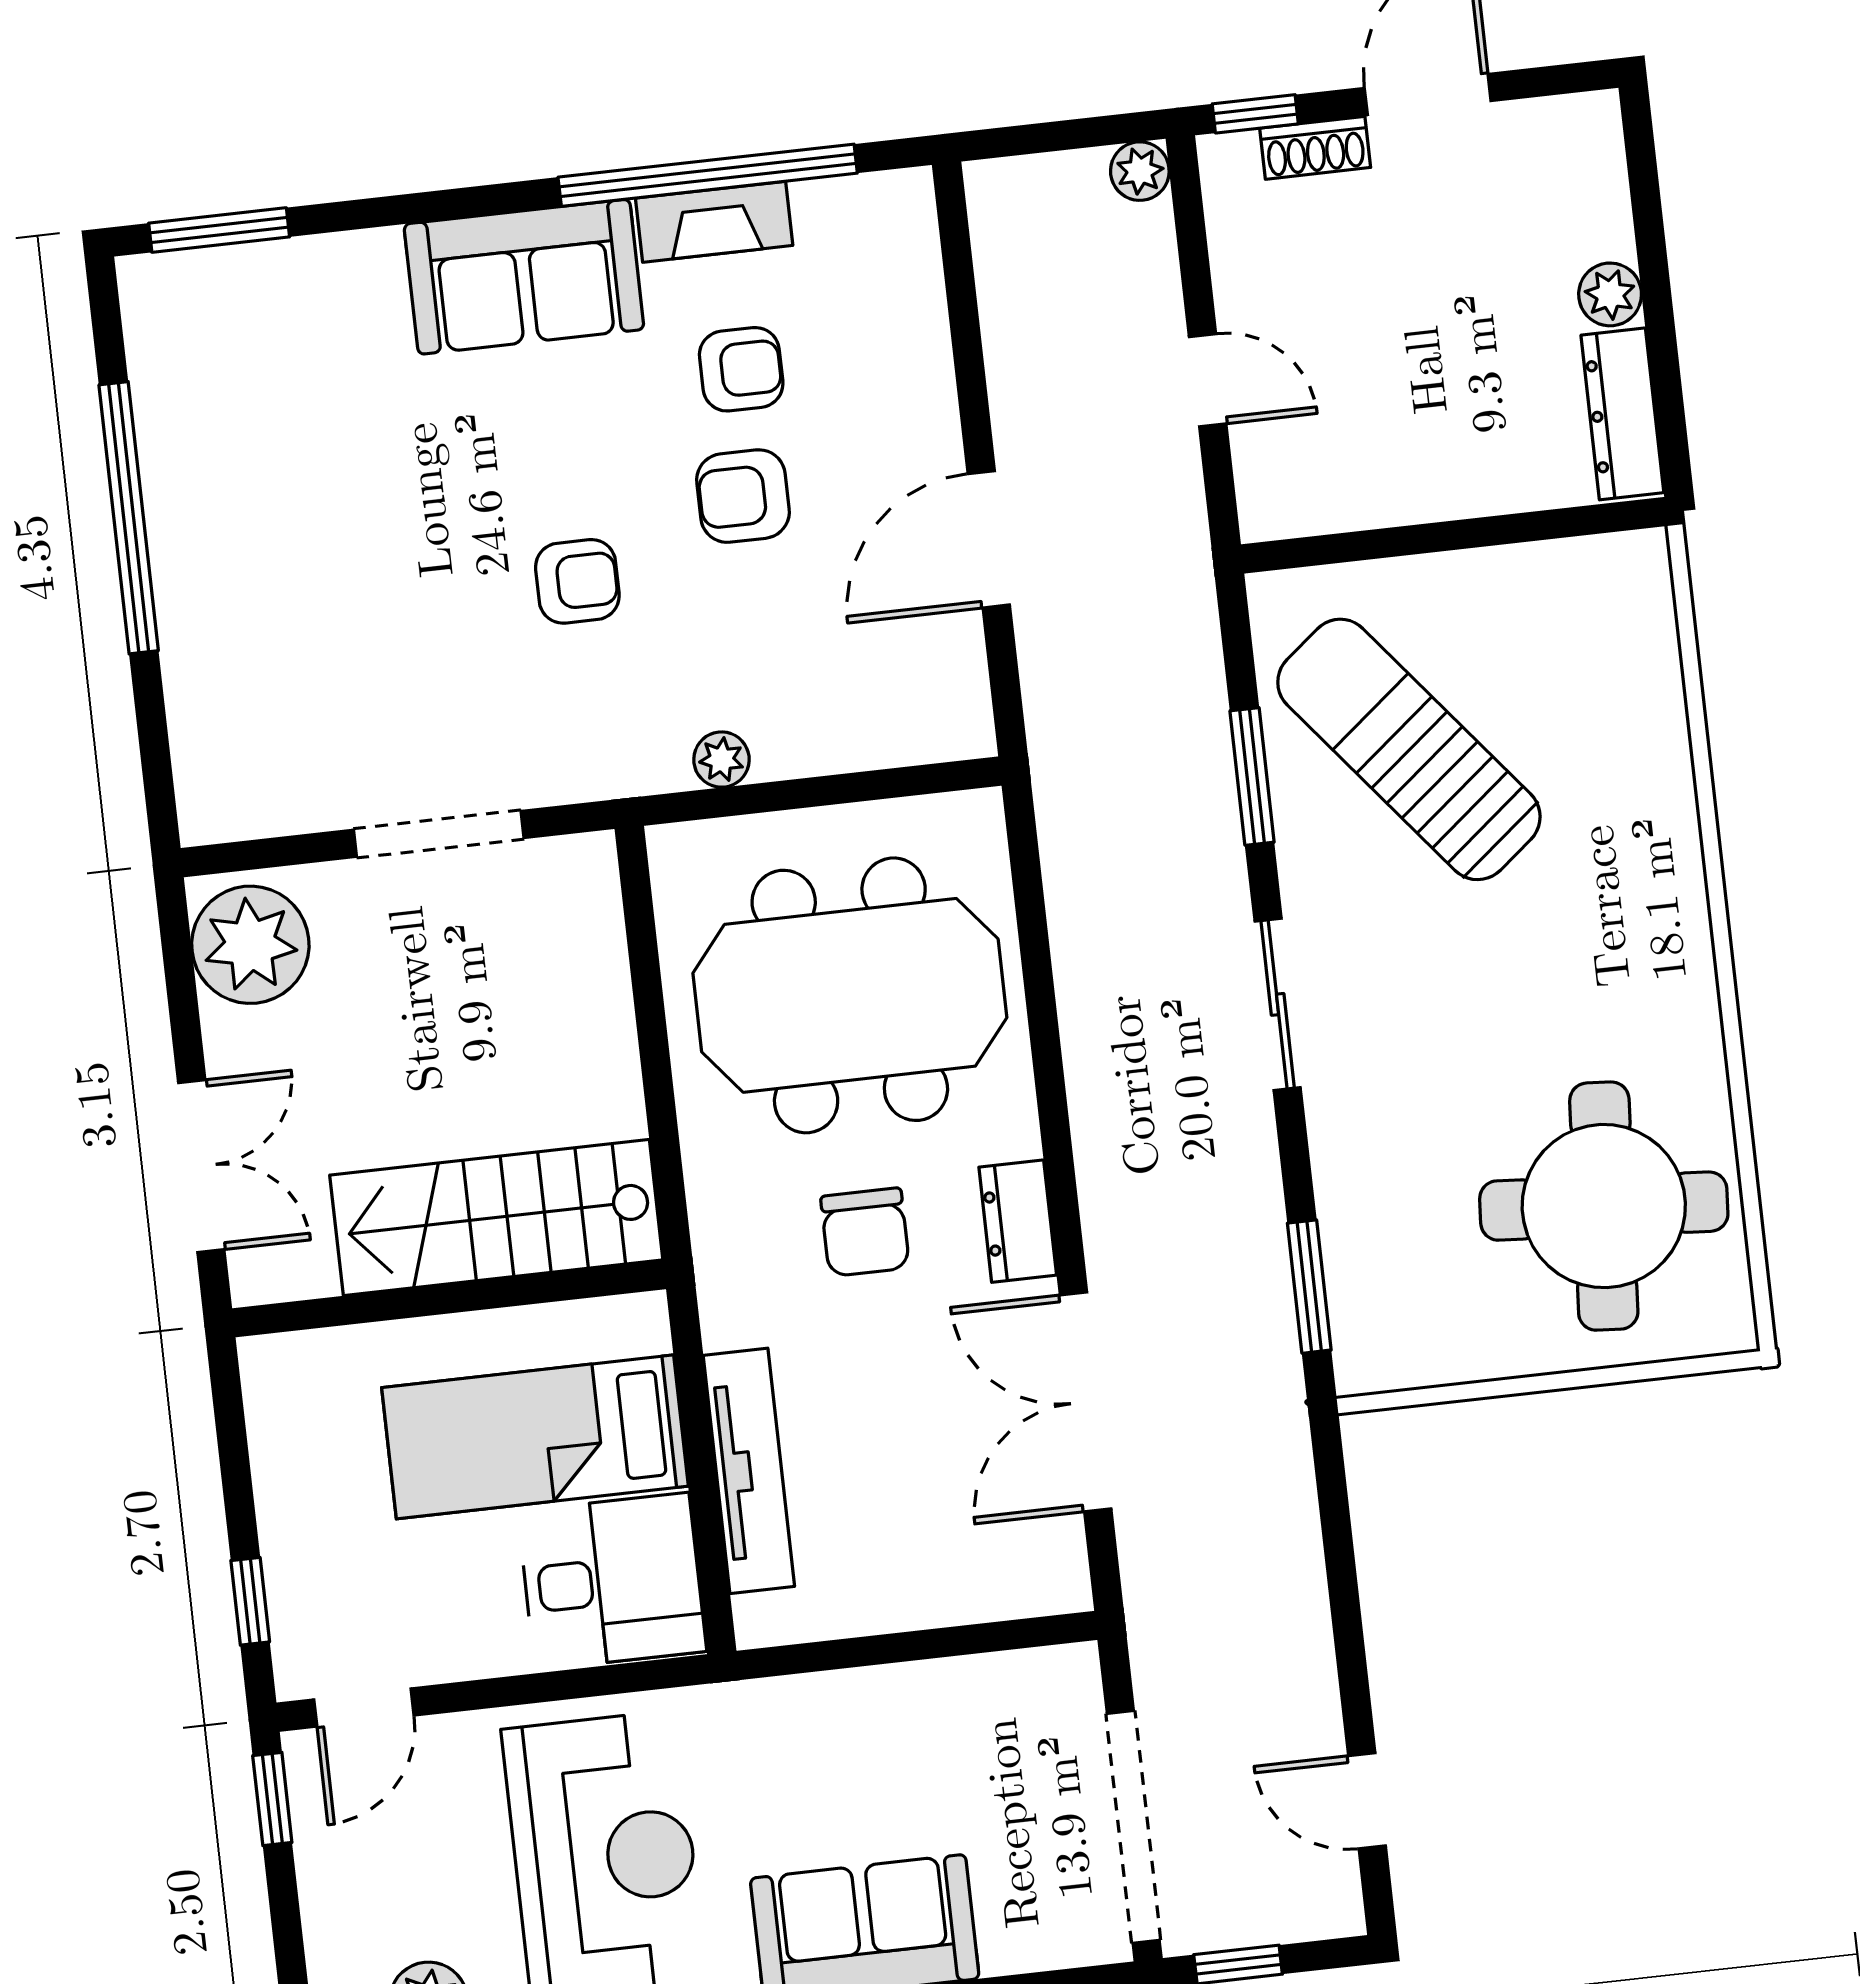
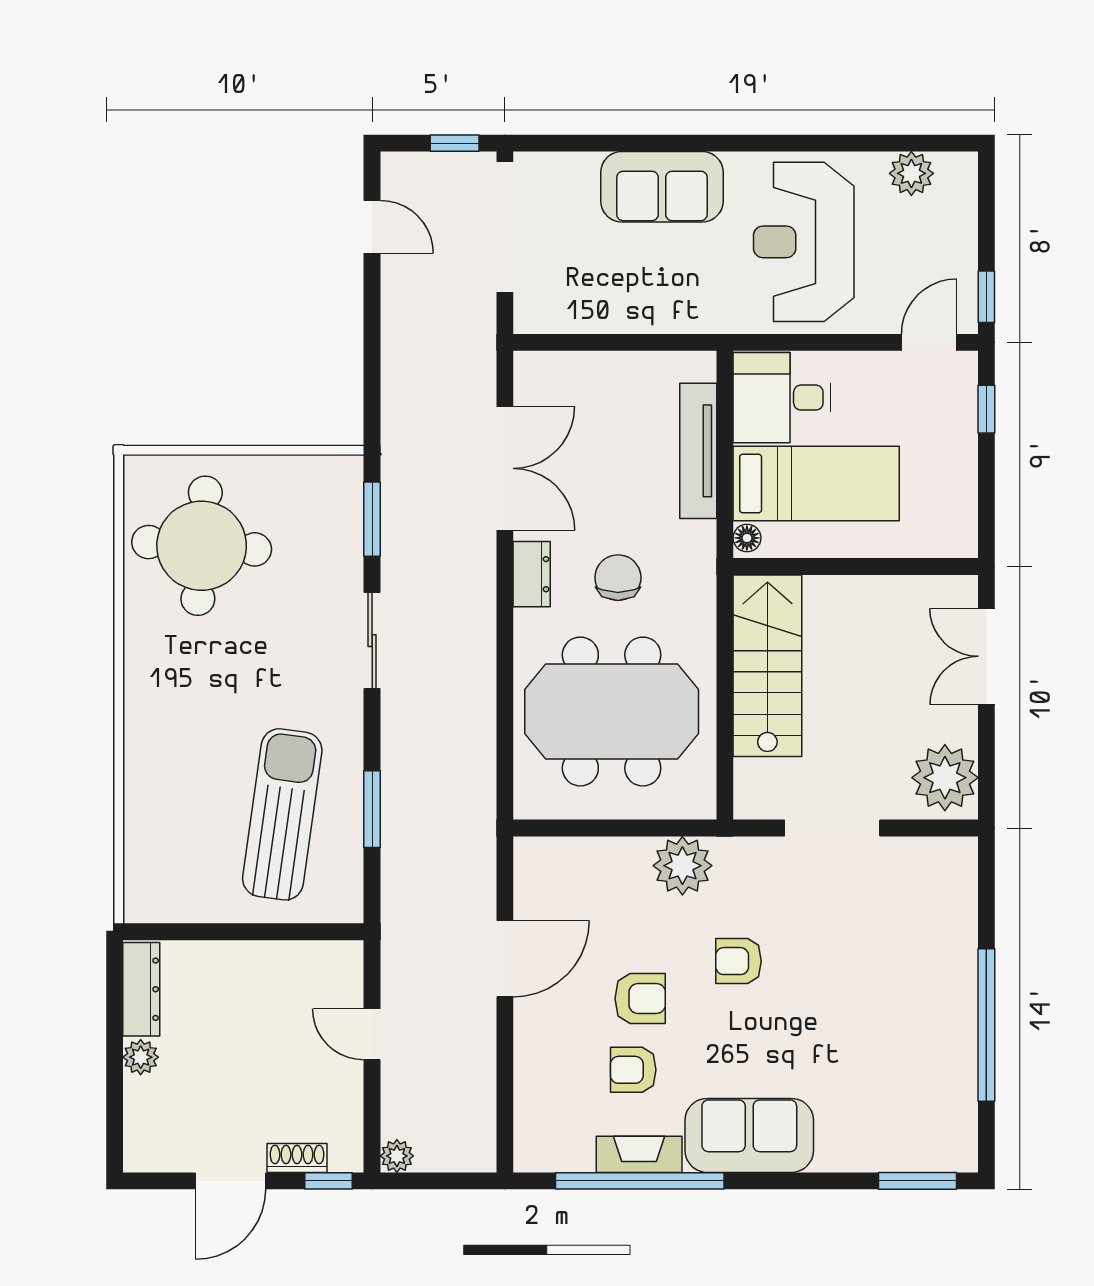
sun lounger: (1409, 749) -> (282, 814), turned -133
plant: (721, 760) -> (682, 866), width x1.88, depth x1.88
sliding door: (1278, 1004) -> (372, 641), moved
stairs: (496, 1217) -> (767, 666), moved, turned -90
floor lamp: (646, 1327) -> (747, 538), added

